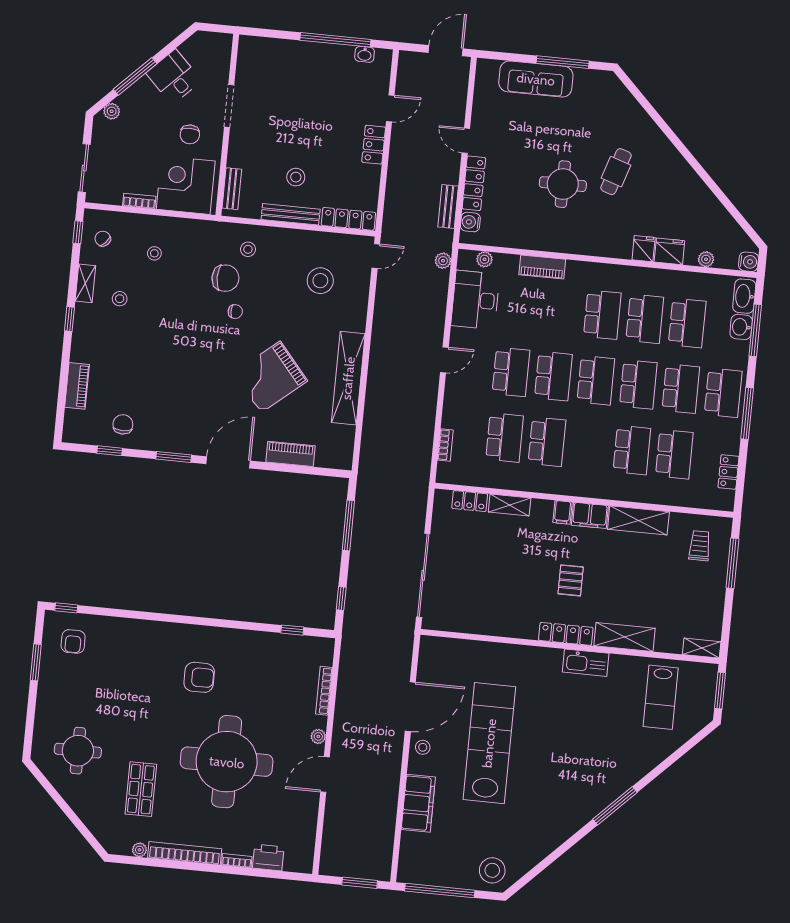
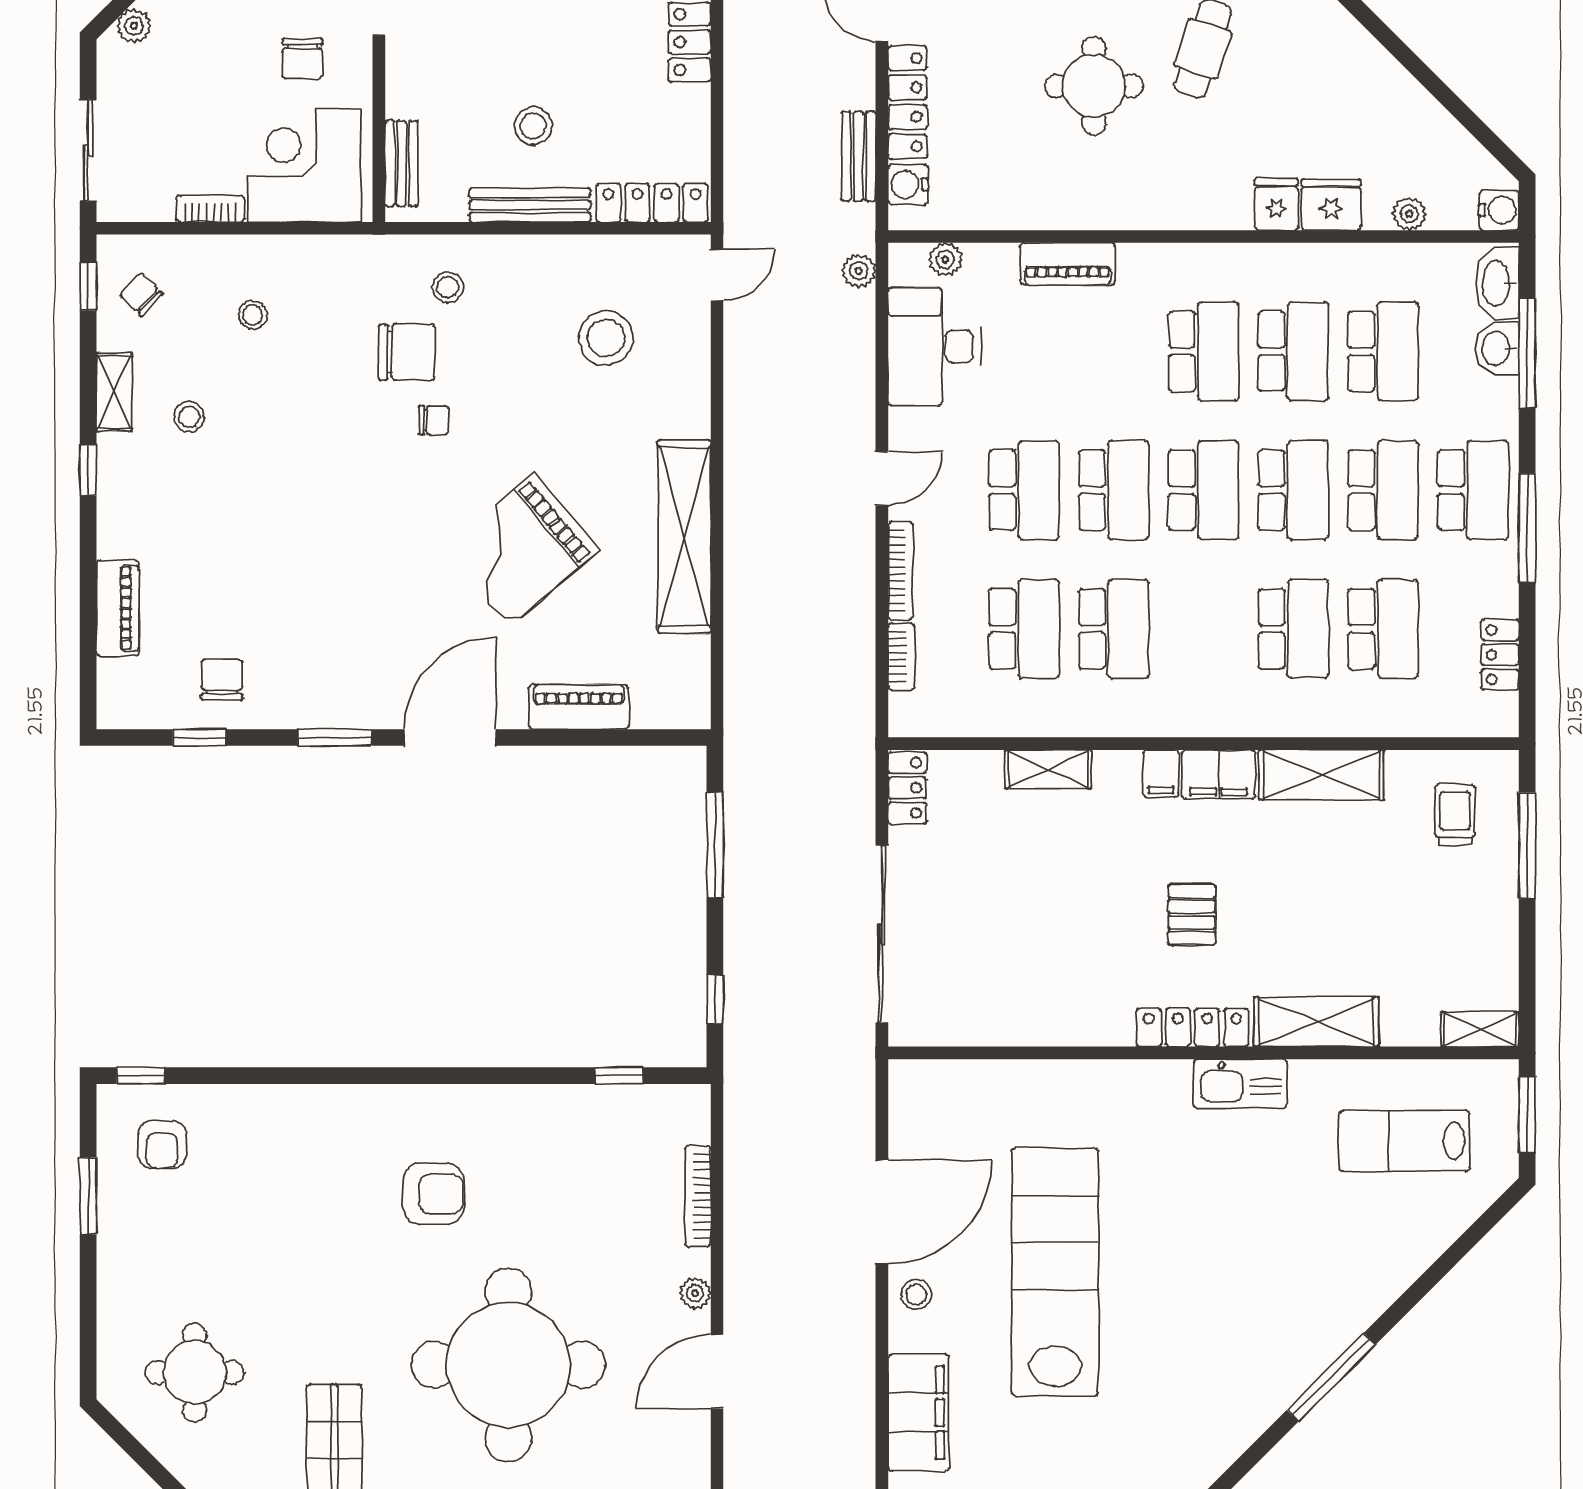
bookcase: (449, 404) -> (901, 571), added
locker: (470, 501) -> (907, 788), moved, turned -90
lab bench: (661, 697) -> (1404, 1141), turned 90

